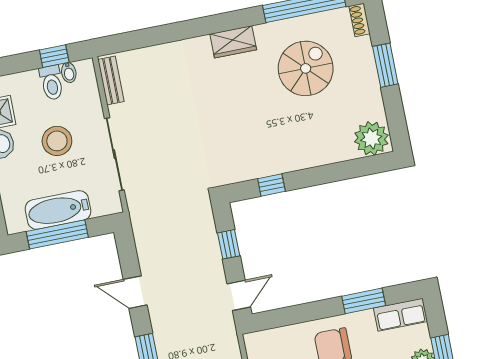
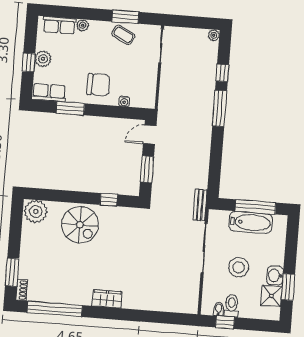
window: (385, 65) -> (12, 272), moved
spiral stairs: (306, 68) -> (80, 225), moved, turned -90
bench: (111, 80) -> (200, 205), moved
window: (229, 244) -> (147, 169), width x1.50
door: (135, 292) -> (216, 155), removed
water cooler: (289, 333) -> (124, 101), added

